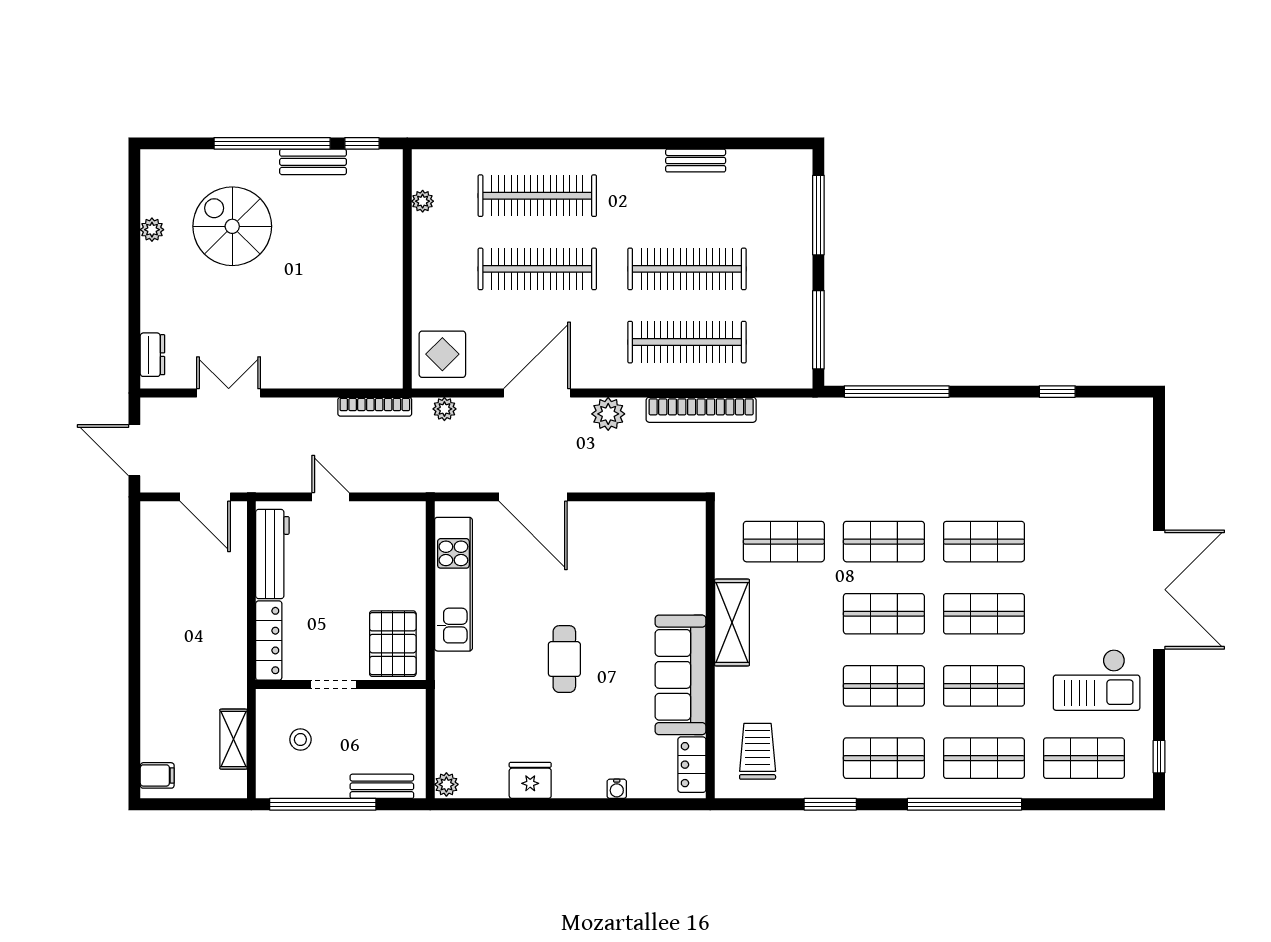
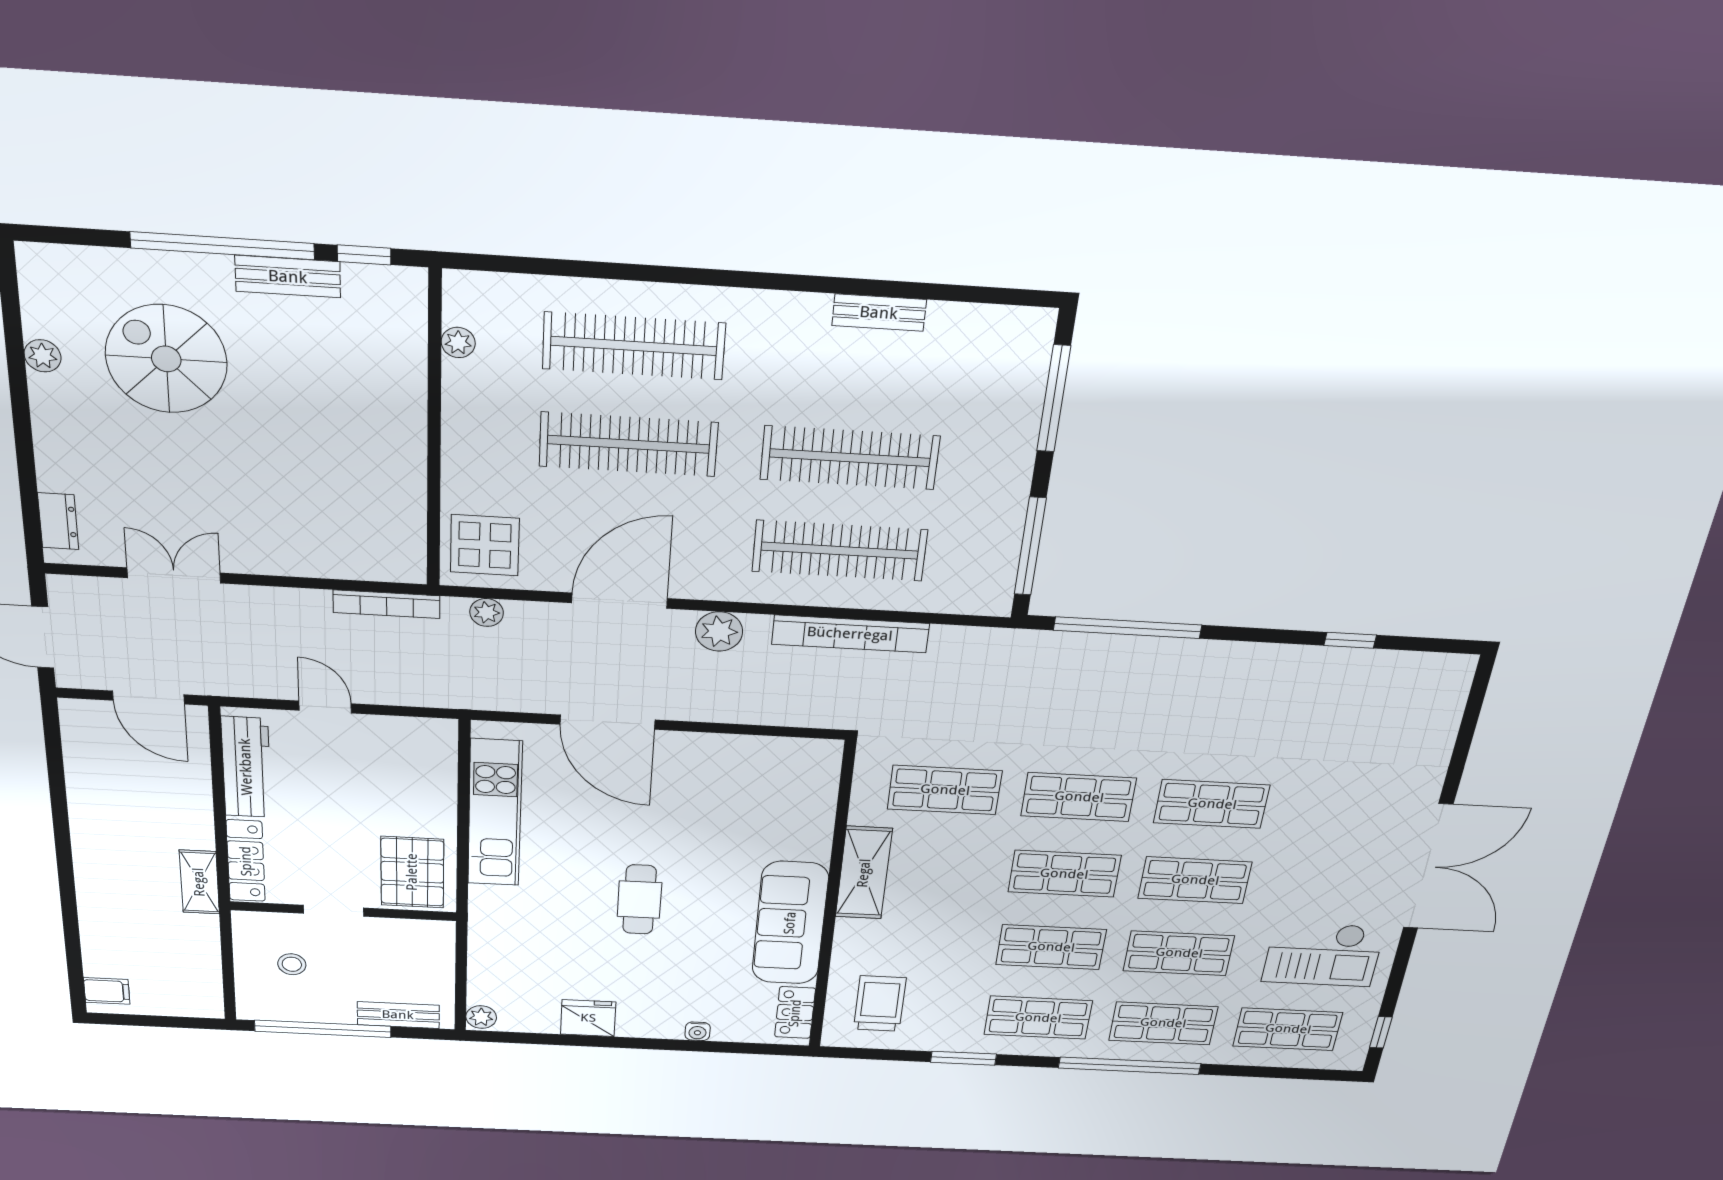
shelving: (233, 739) -> (199, 882), moved

